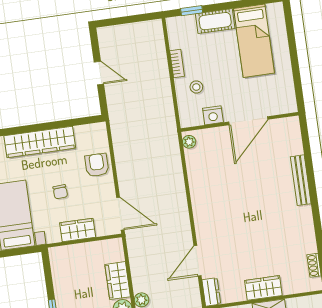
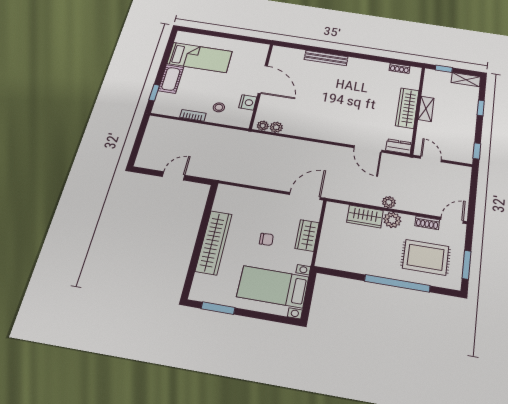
plant: (192, 157) -> (276, 127), added
armchair: (97, 165) -> (254, 202), removed
wardrobe: (263, 288) -> (407, 108), width x1.50

